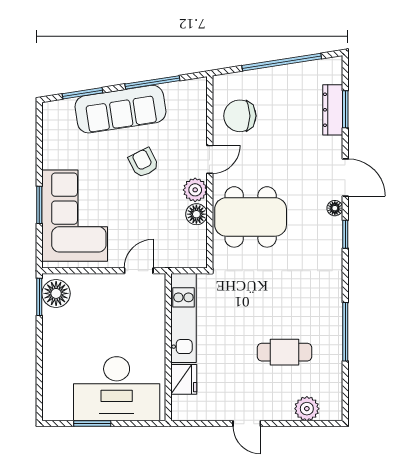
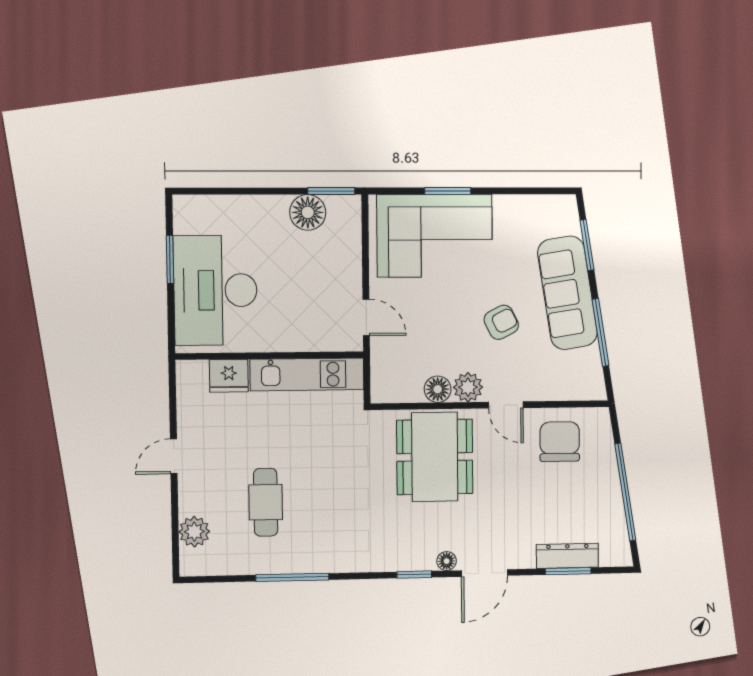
floor lamp: (56, 293) -> (308, 212), moved

